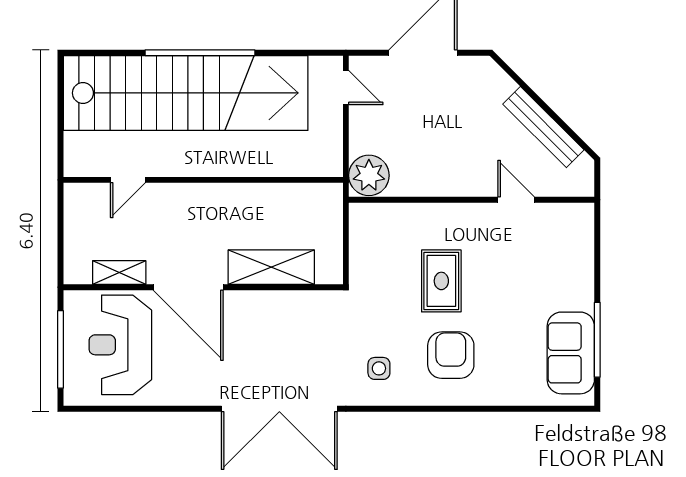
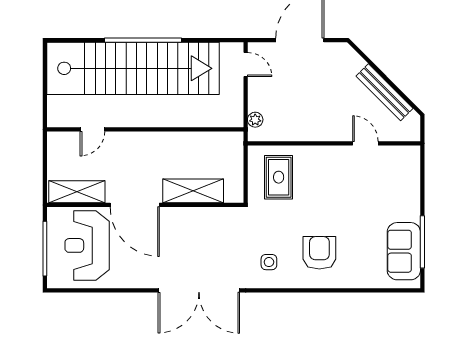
plant: (369, 175) -> (255, 120), width x0.53, depth x0.53
shelving: (119, 272) -> (77, 192), width x1.50, depth x1.33
rug: (441, 281) -> (279, 177), moved

